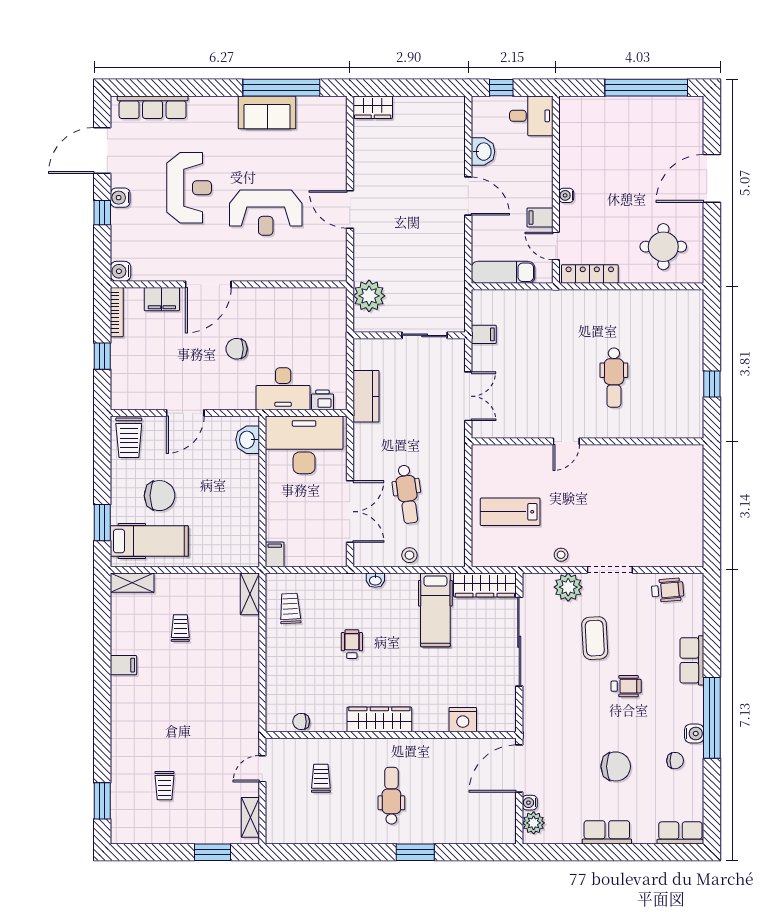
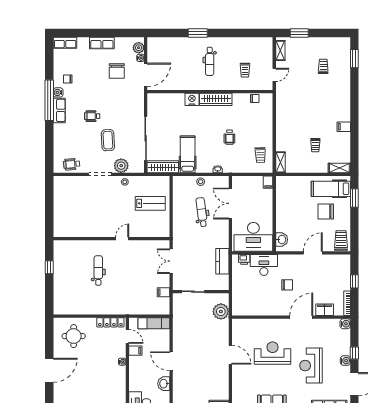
row of seats: (692, 660) -> (59, 110), moved
nightstand: (463, 720) -> (192, 99), moved
chair: (616, 766) -> (117, 71), moved, turned -90

